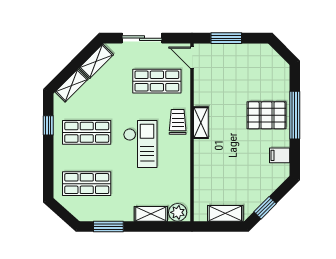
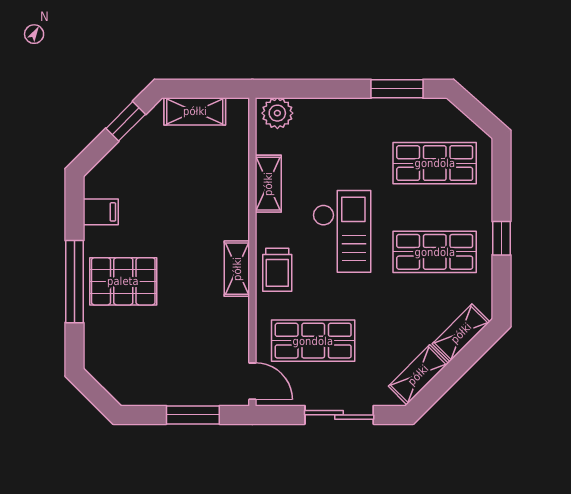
window: (48, 125) -> (501, 238), moved
checkout: (140, 144) -> (342, 231), turned 180
shelving: (151, 214) -> (268, 184), moved, turned 90

